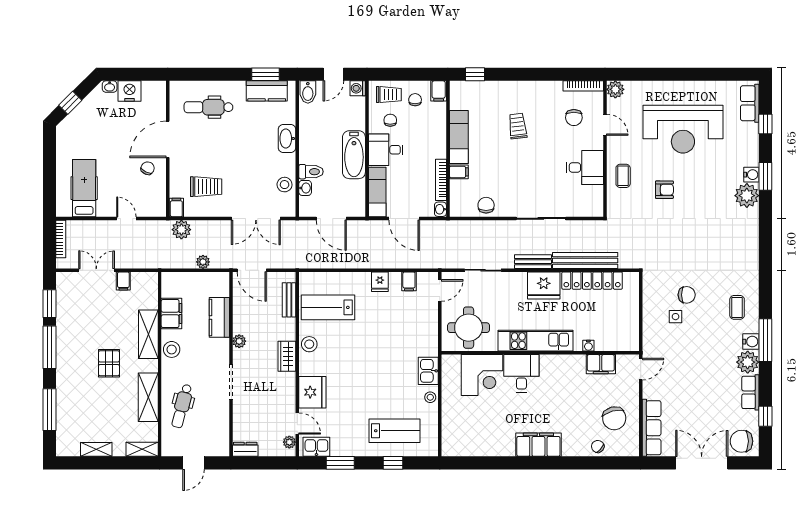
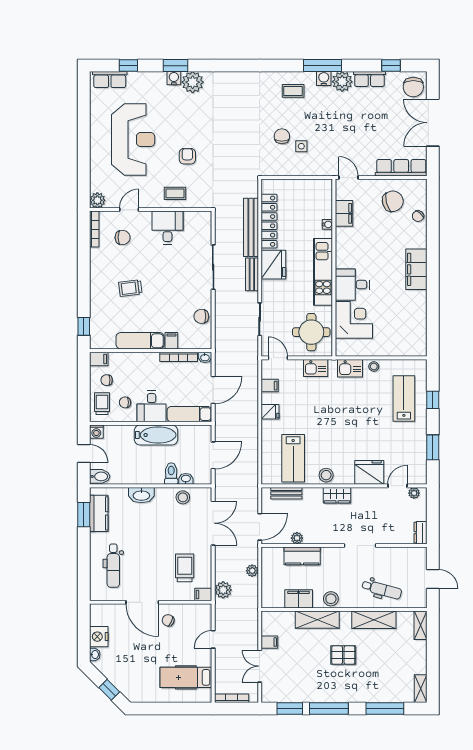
plant: (239, 341) -> (297, 538), moved
kitchen sink: (316, 447) -> (316, 368), moved, turned -90
shelving: (96, 449) -> (421, 689), moved

